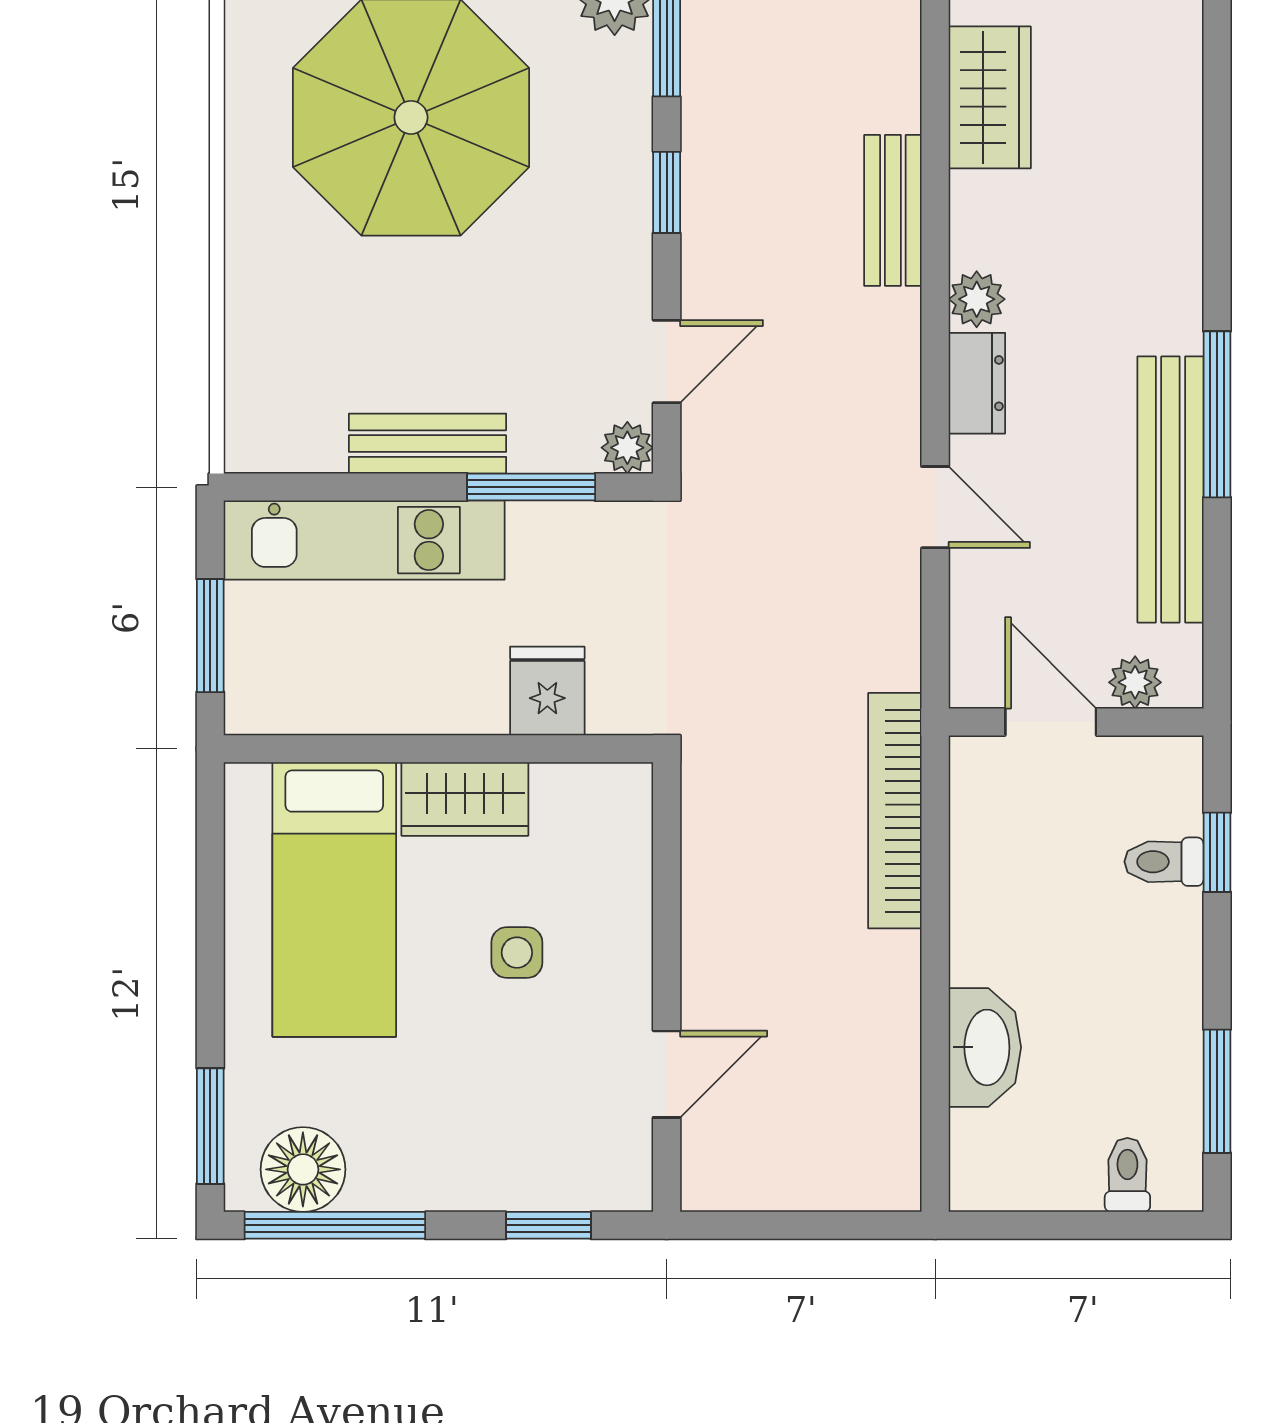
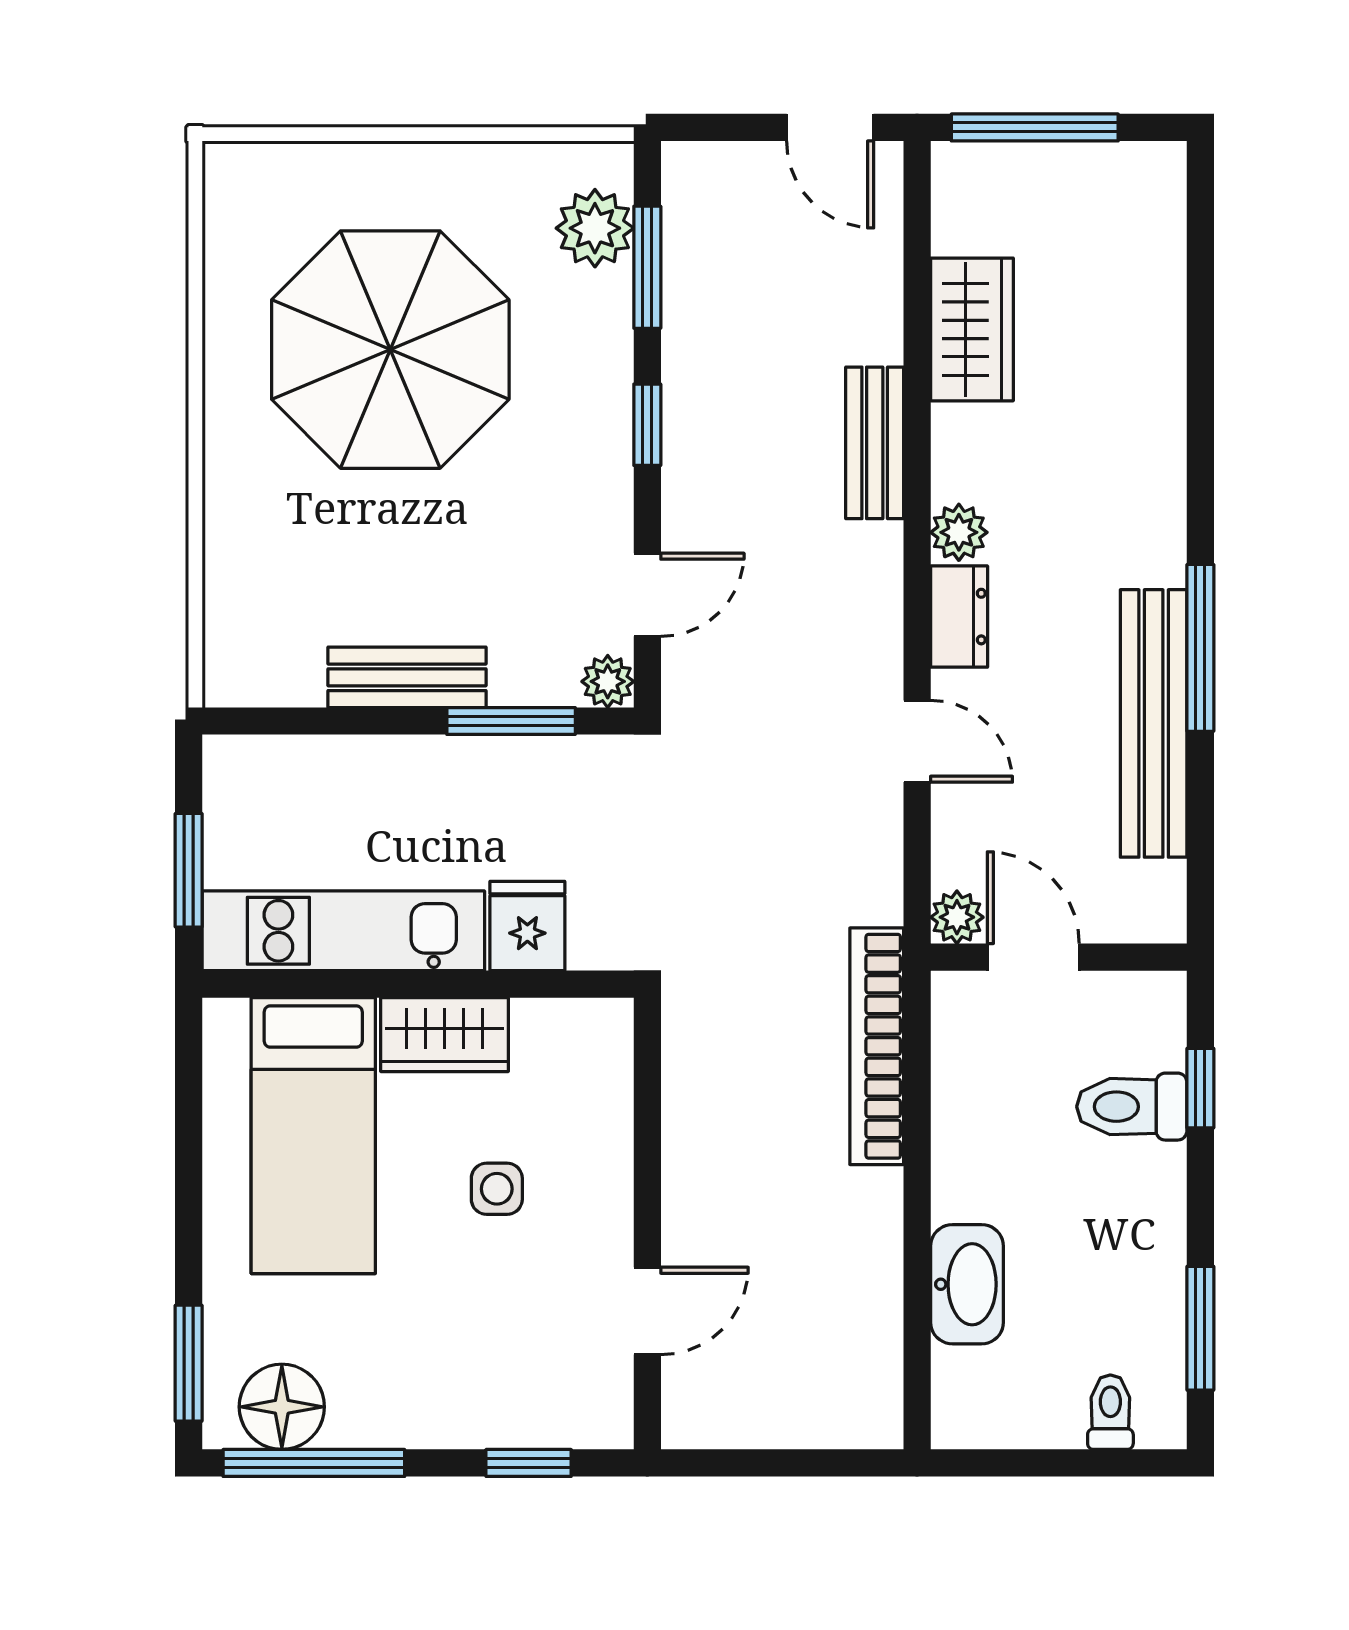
kitchen unit: (364, 540) -> (343, 931), moved, turned 180
plant: (1135, 682) -> (957, 917), moved
toilet: (1164, 862) -> (1132, 1107), width x1.37, depth x1.39

